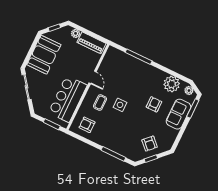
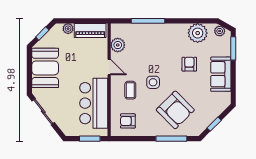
plant: (107, 64) -> (118, 45), added
sofa: (179, 114) -> (221, 74), moved
armchair: (150, 144) -> (175, 110), moved, width x1.88, depth x1.88

